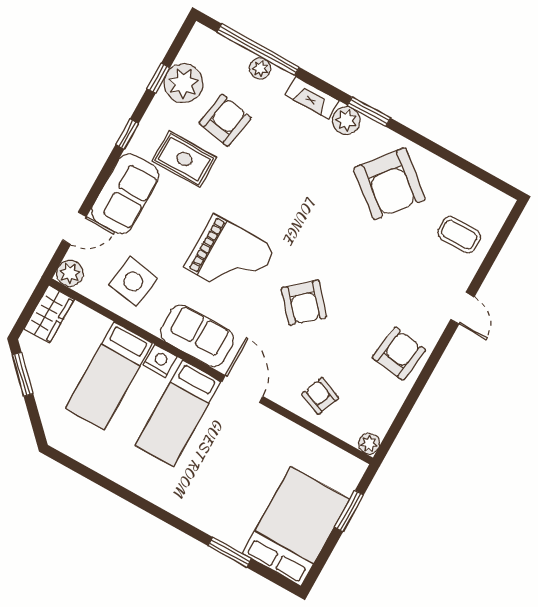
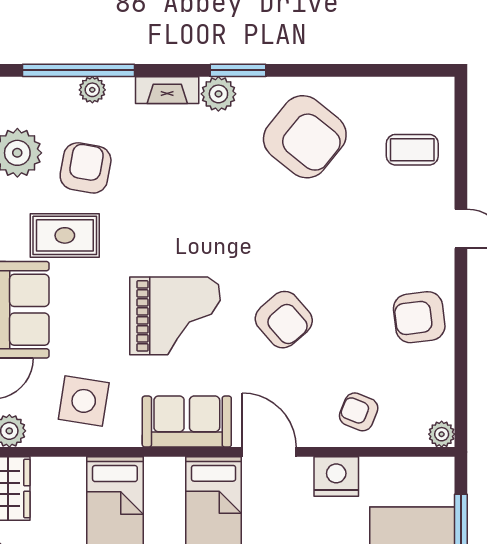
armchair: (399, 354) -> (419, 317), turned -105
nightstand: (160, 361) -> (336, 477), moved, width x1.36, depth x1.33

